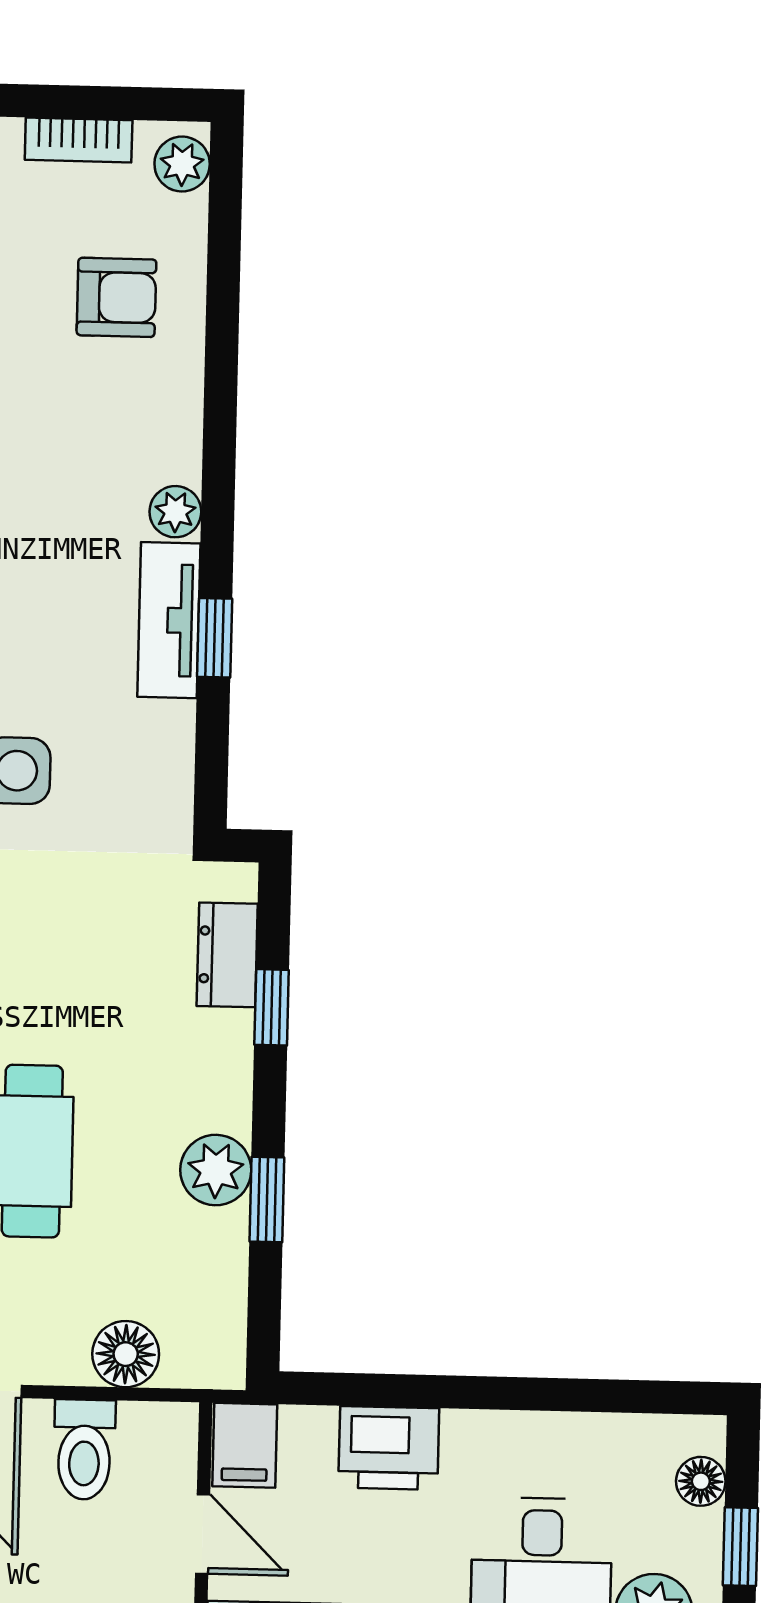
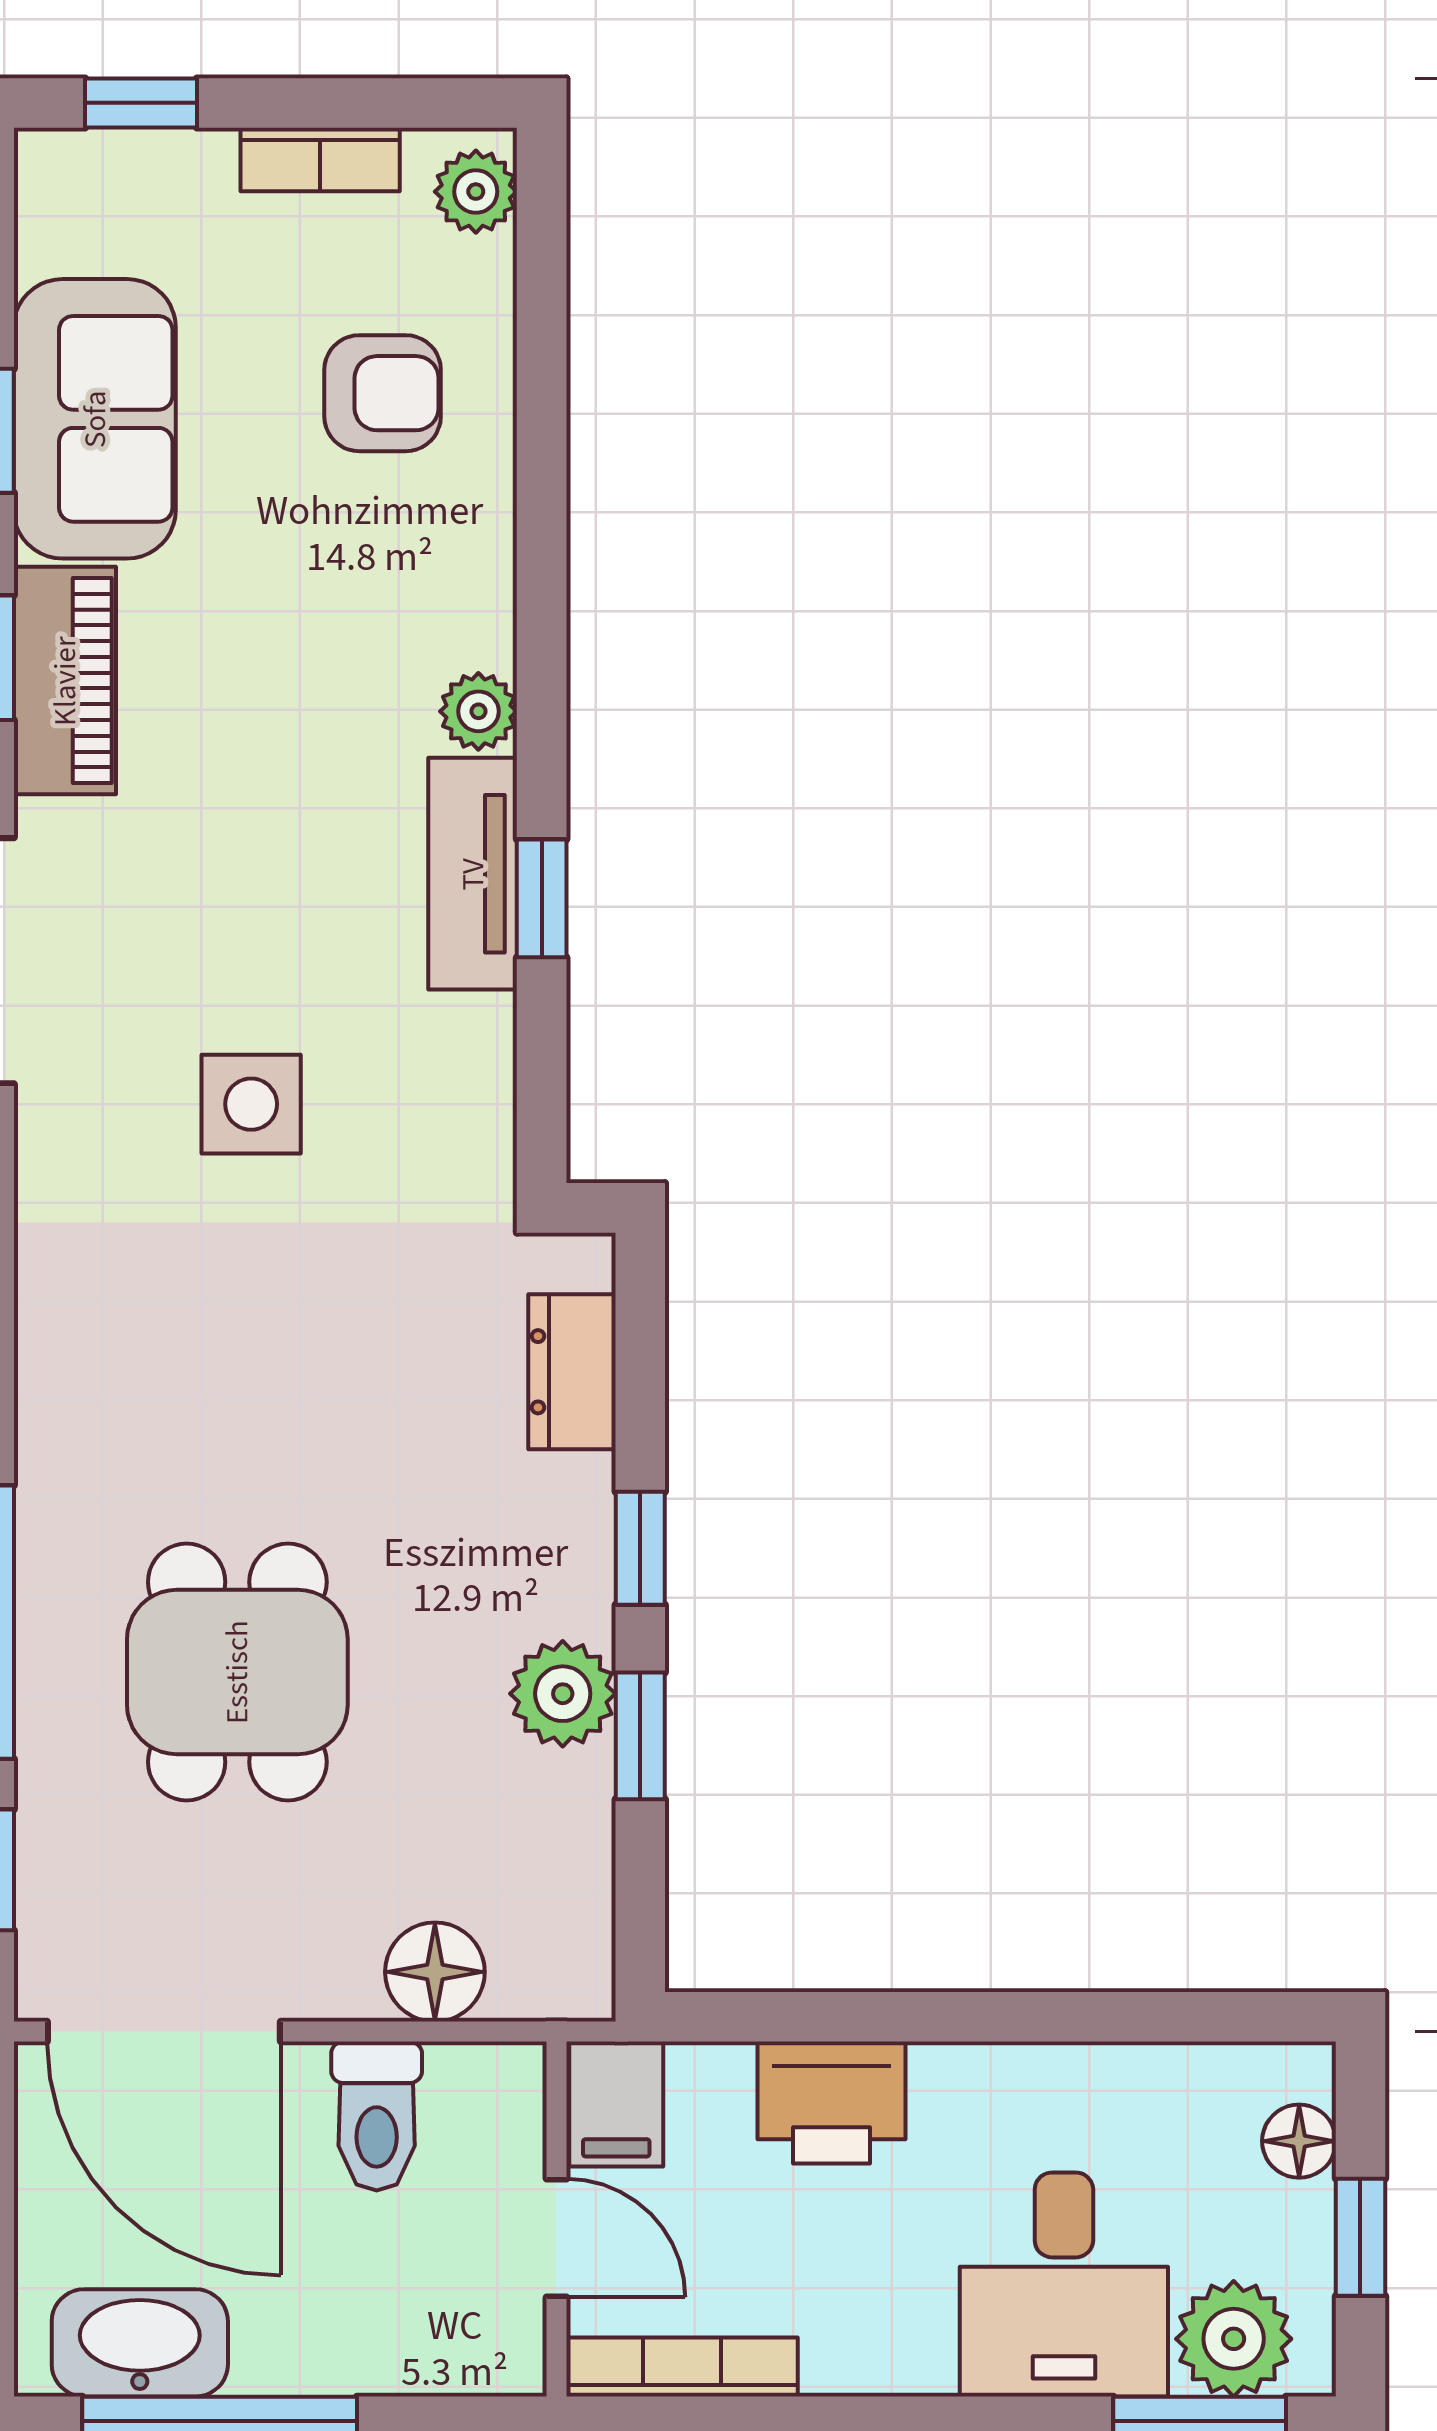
window: (272, 1007) -> (640, 1548), moved

